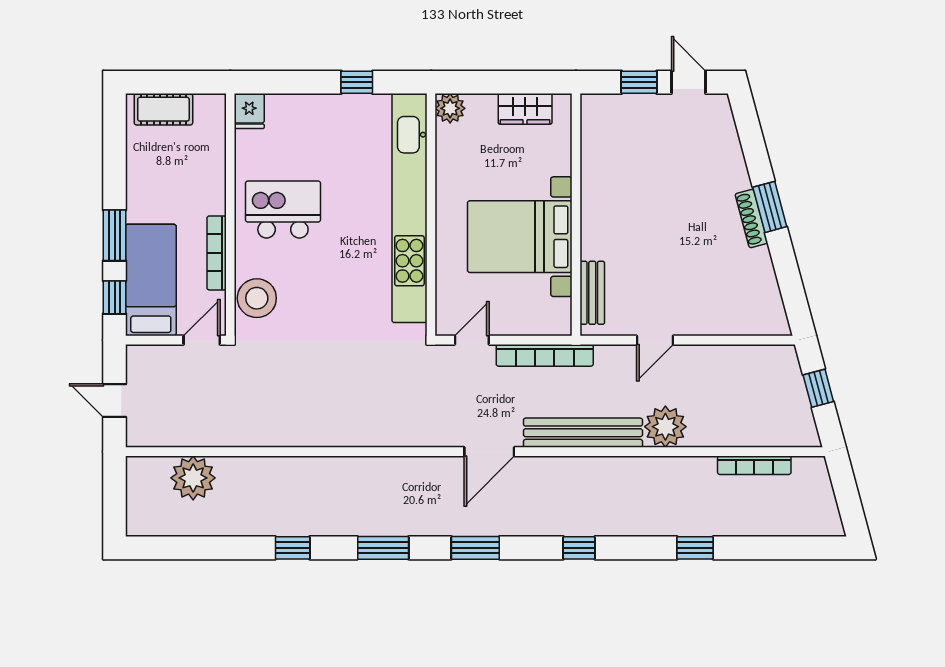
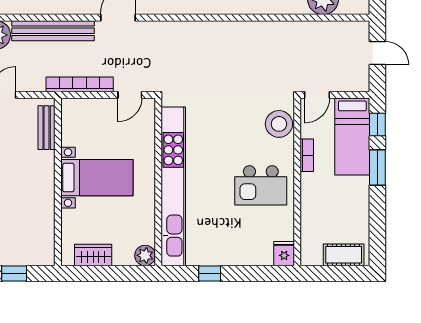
bed with nightstands: (520, 237) -> (97, 178), width x0.73
bookcase: (217, 253) -> (307, 155), width x0.64

